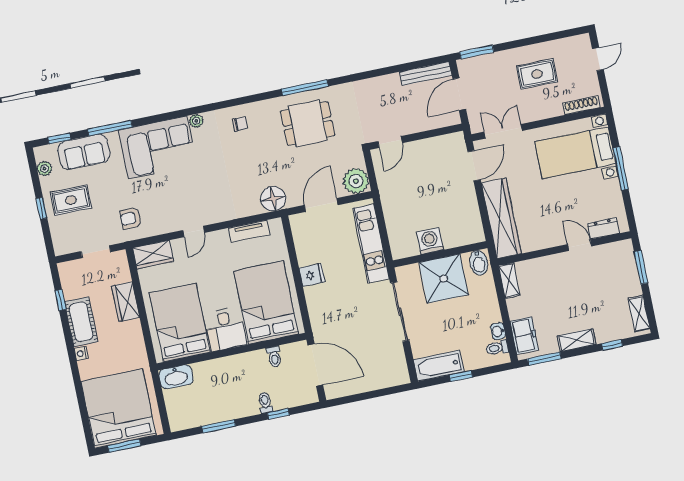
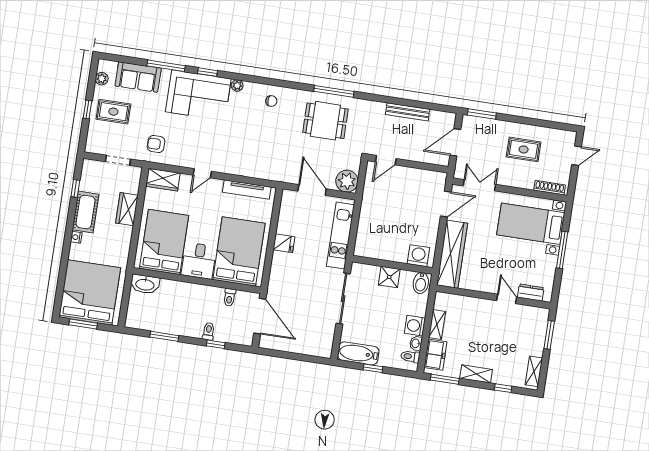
bench: (426, 74) -> (408, 112), moved
window: (59, 139) -> (207, 72), moved
floor lamp: (273, 199) -> (276, 171), removed
door: (321, 205) -> (312, 190), hinge flipped
tv unit: (249, 231) -> (247, 190), width x1.41
washing machine: (430, 241) -> (418, 256), moved
shower: (444, 279) -> (389, 277), width x0.54, depth x0.54
shelving: (509, 281) -> (437, 324), moved
washing machine: (490, 312) -> (415, 326), added

